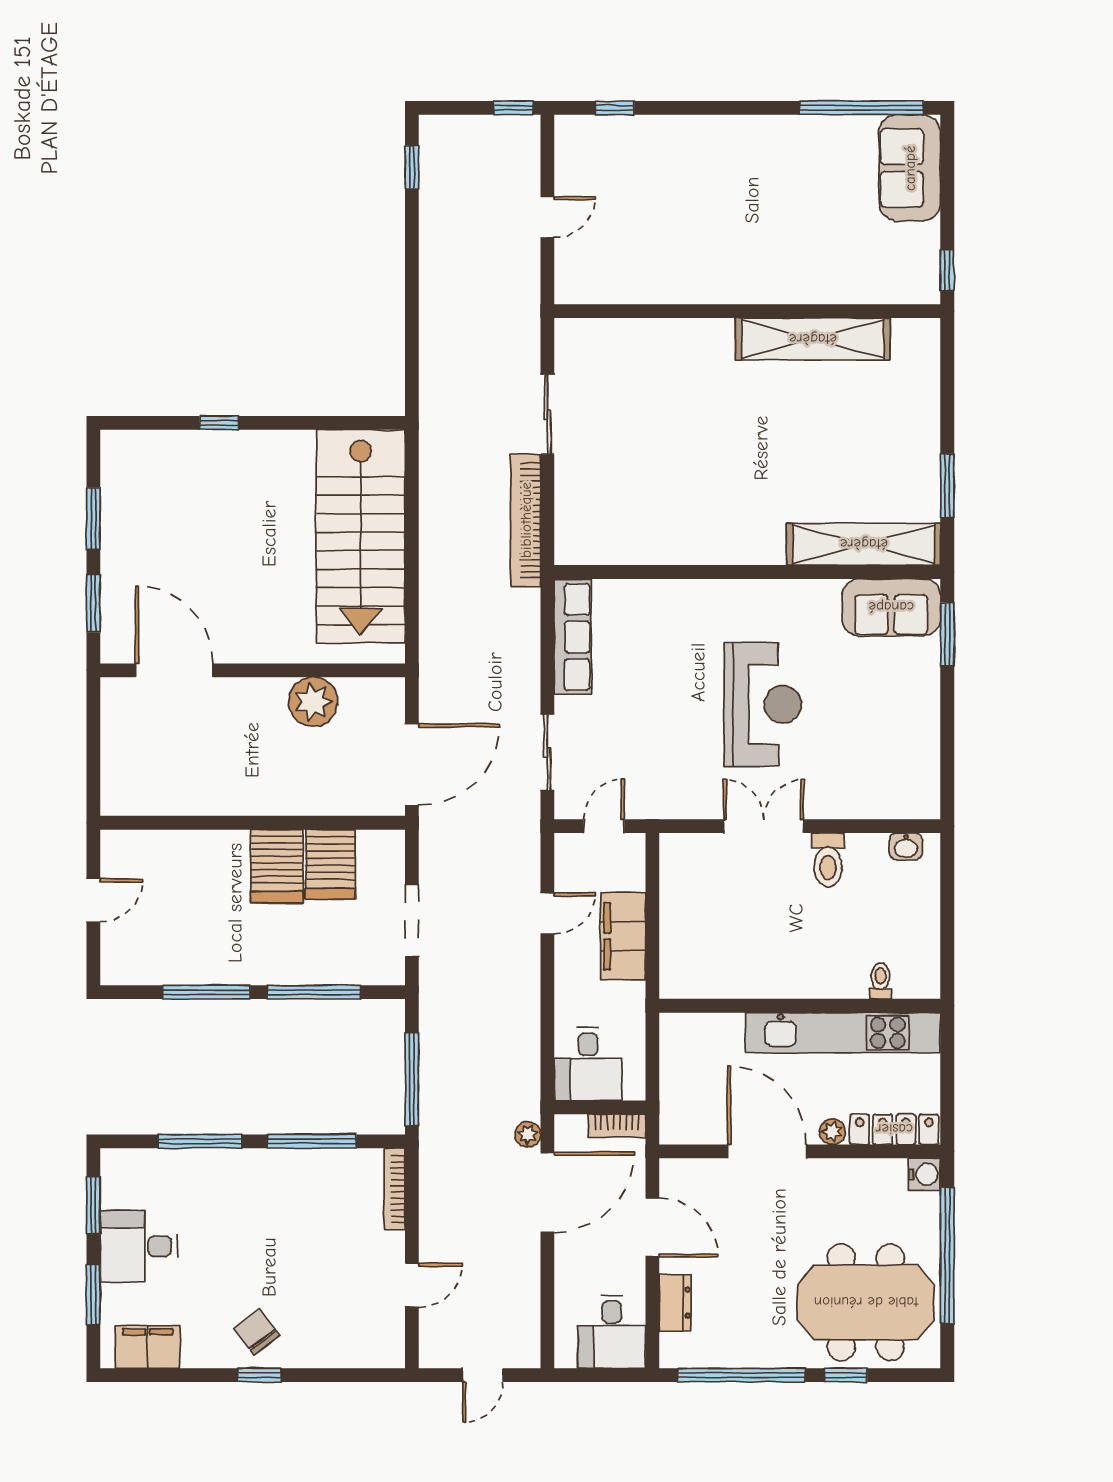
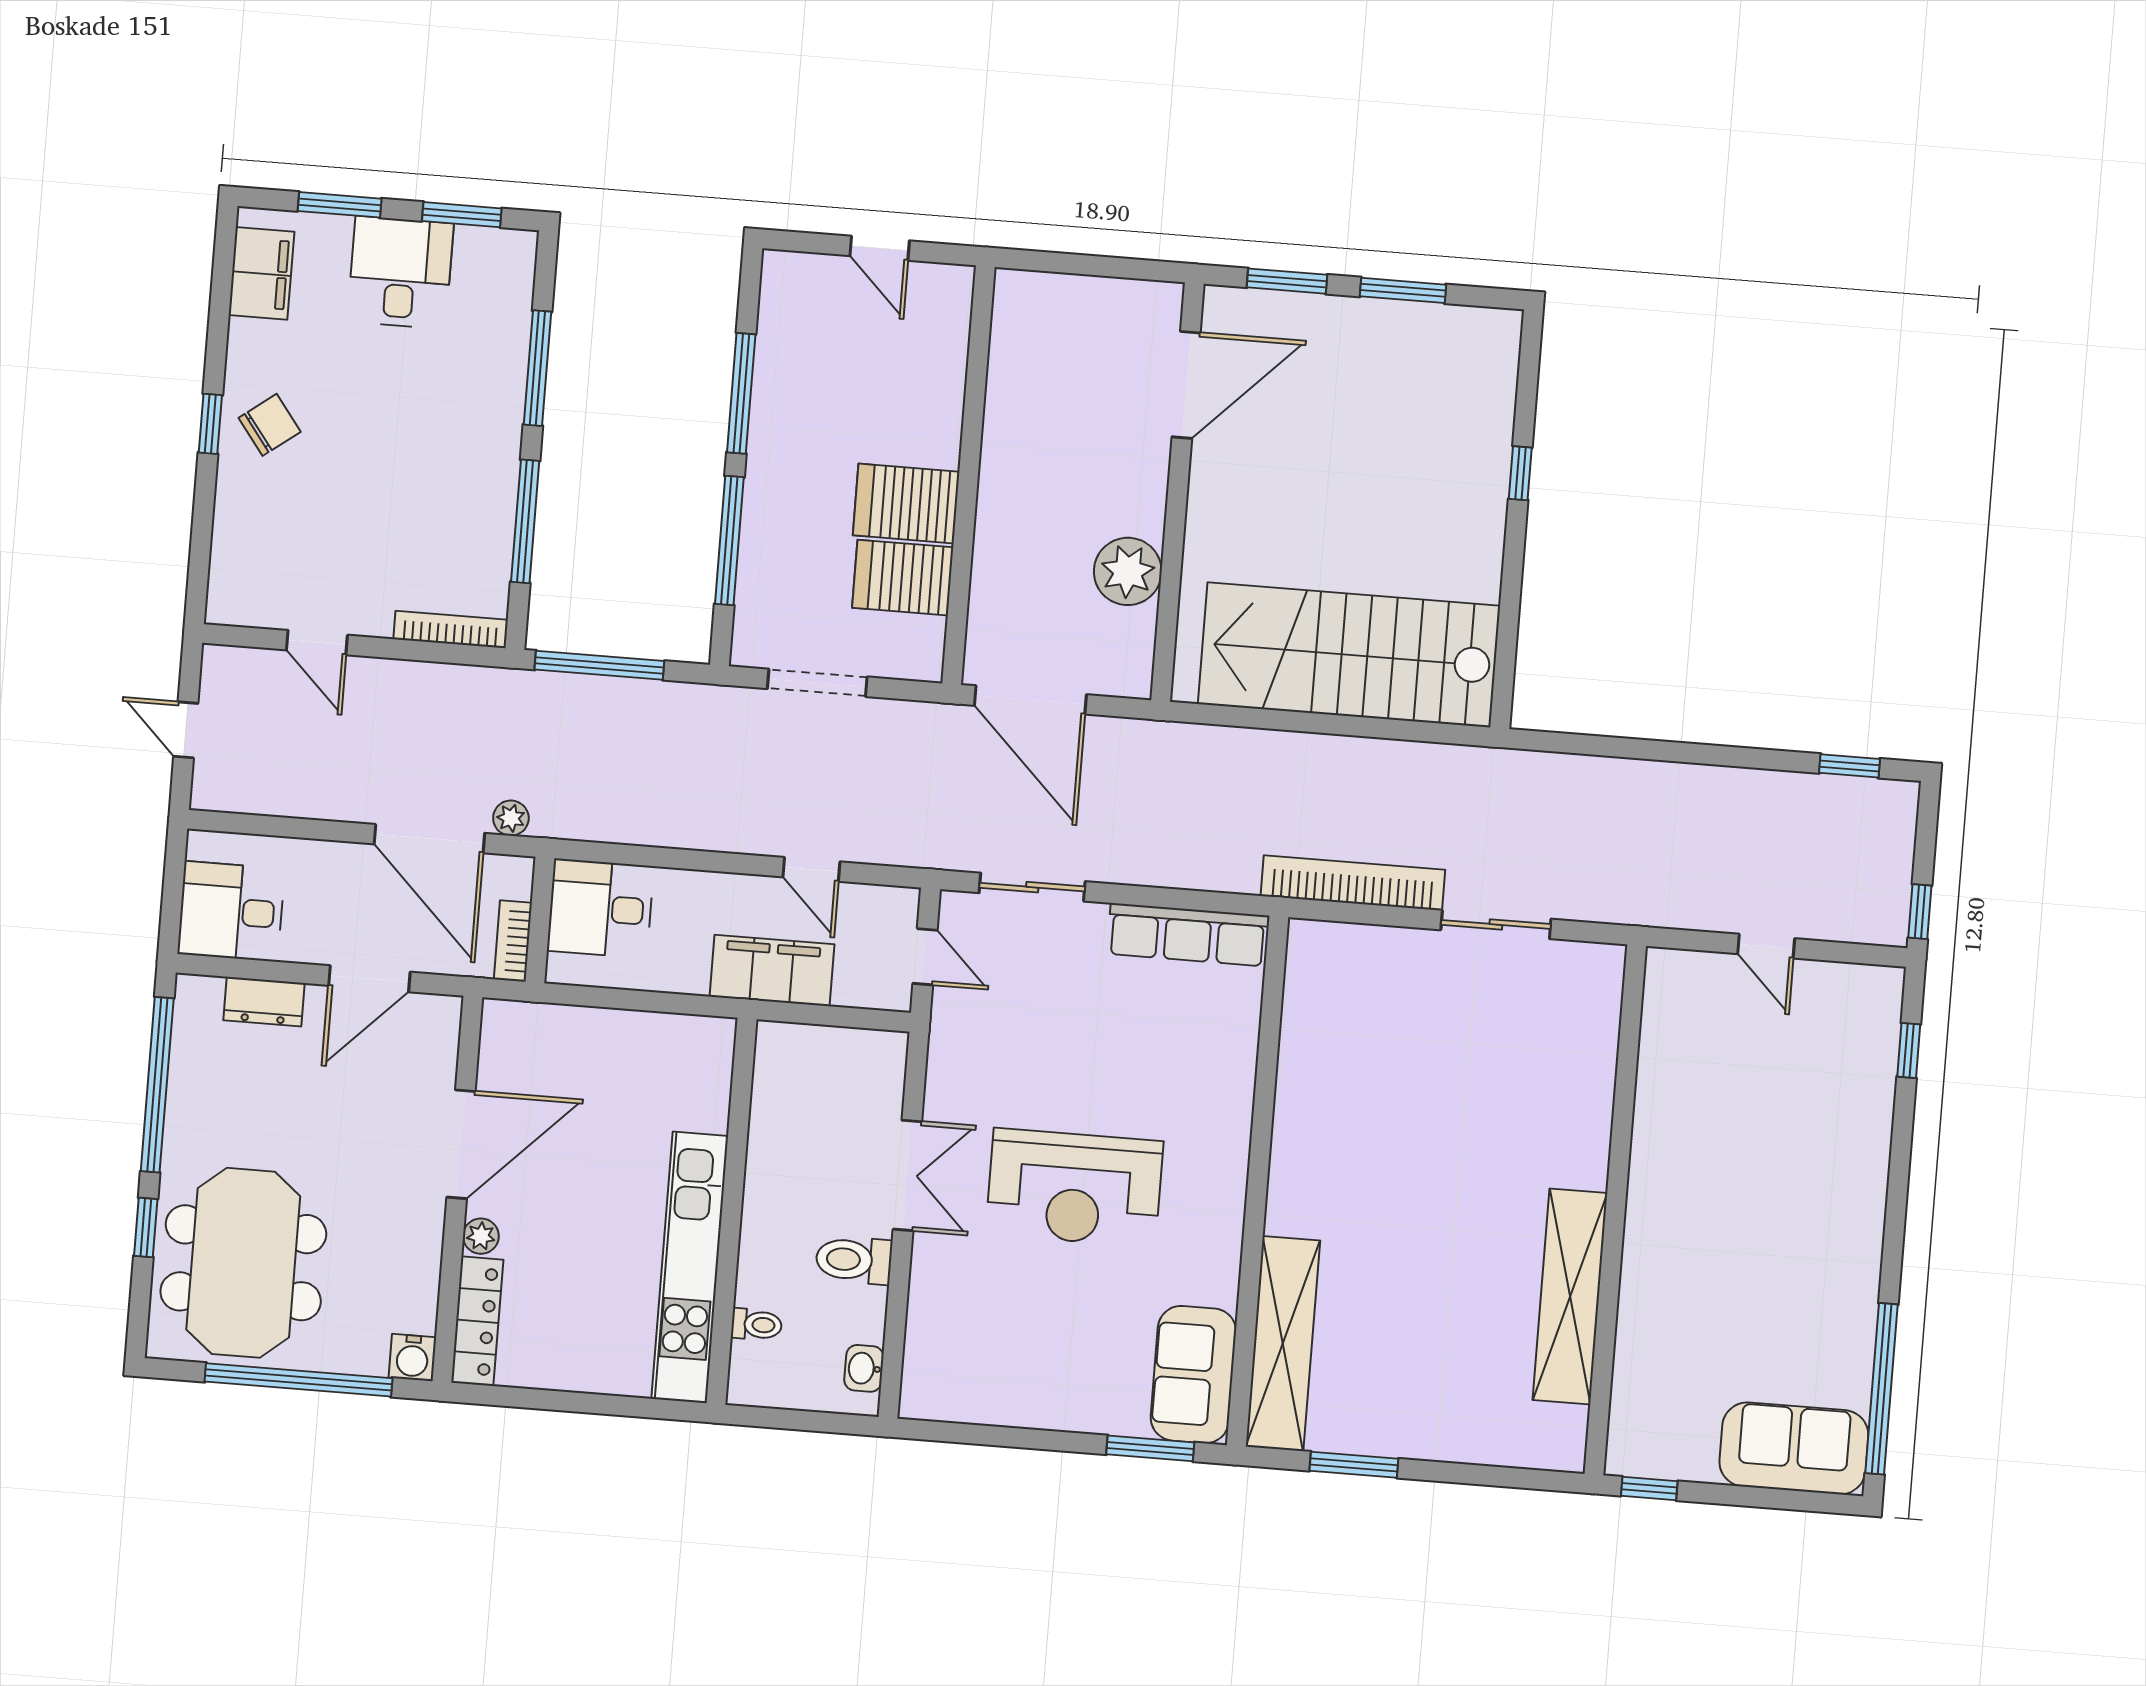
toilet: (880, 981) -> (757, 1325), moved
wall: (800, 1006) -> (731, 1211), moved
kitchen unit: (843, 1033) -> (690, 1267), moved

